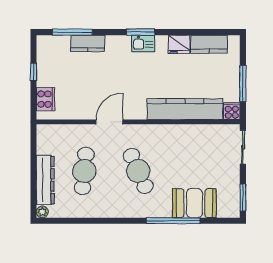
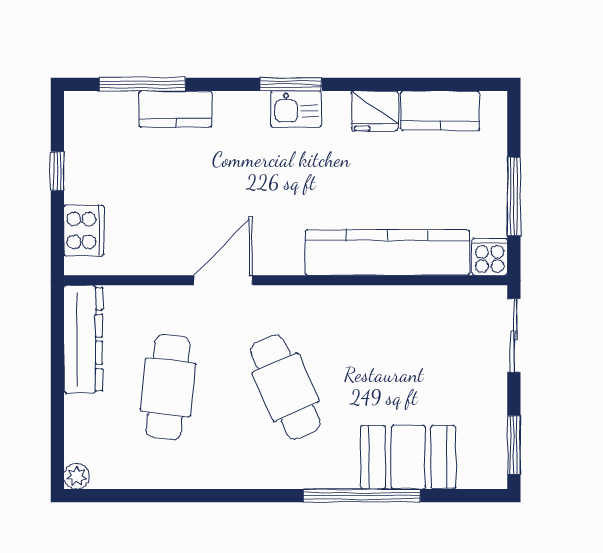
dresser: (45, 180) -> (83, 339), moved

